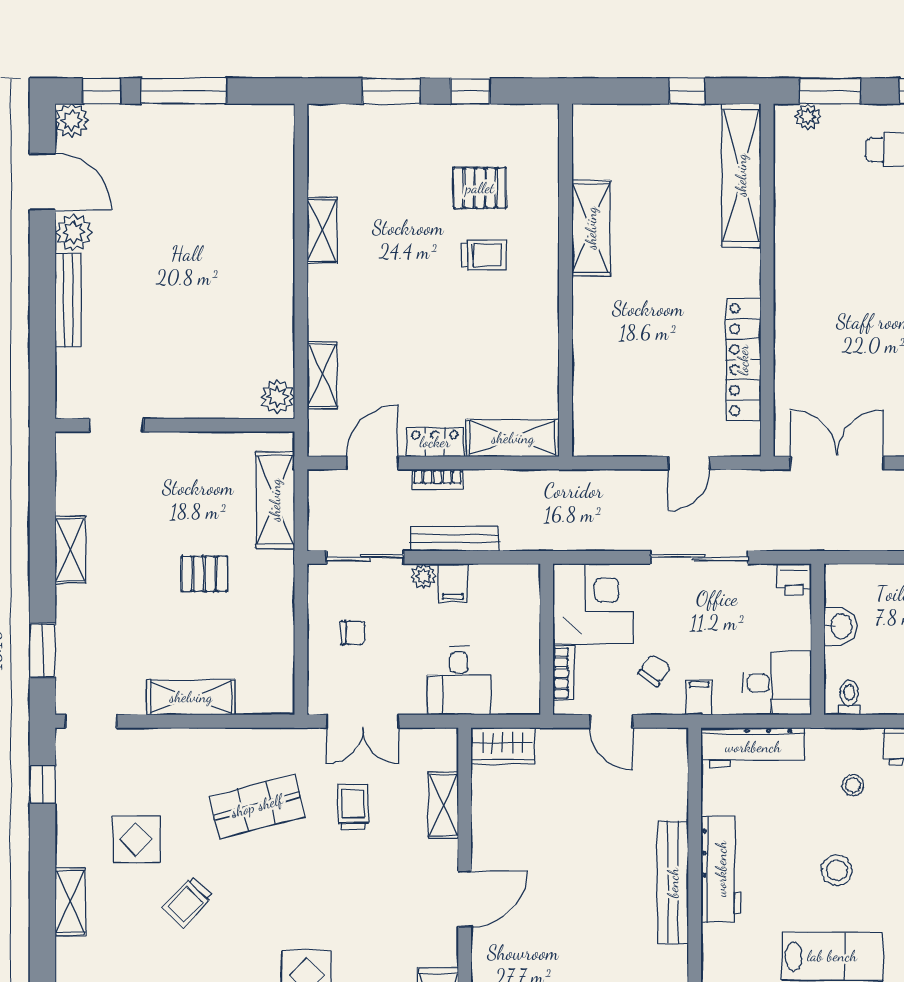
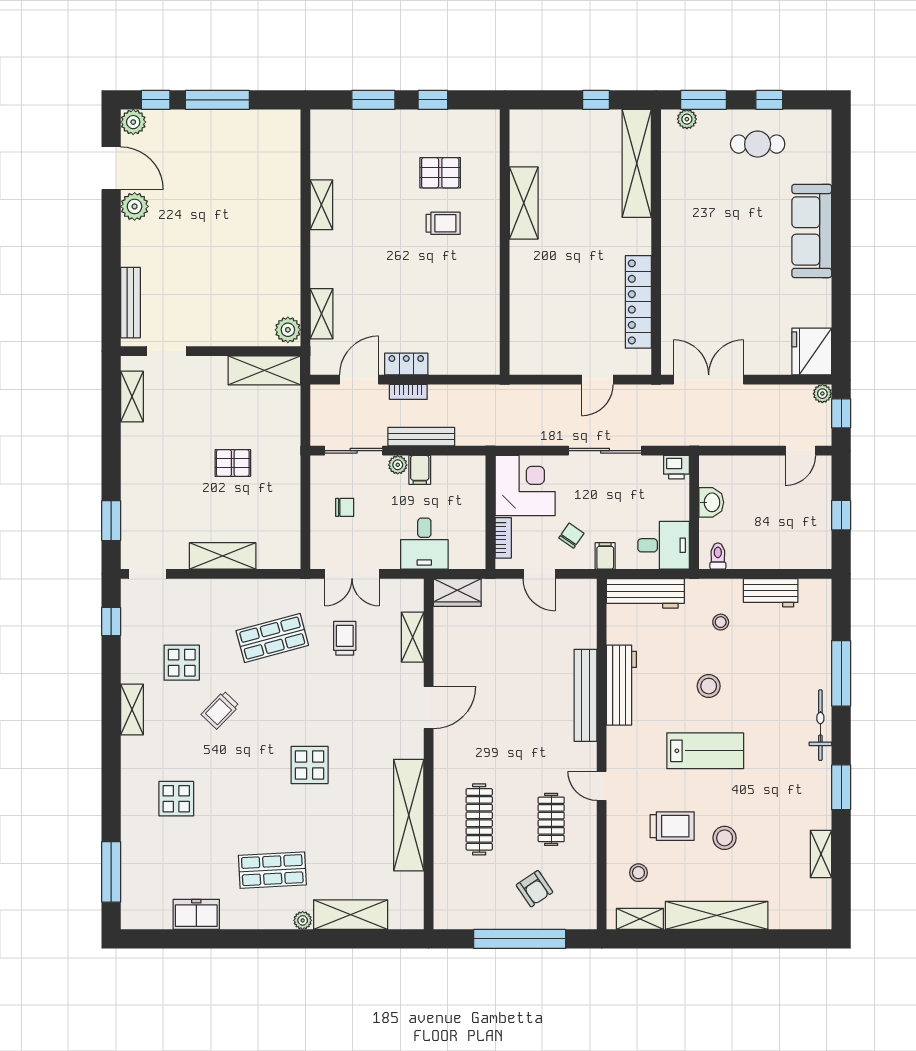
bench: (68, 300) -> (130, 303), moved
shelving: (513, 438) -> (465, 361), removed
shelving: (275, 500) -> (264, 370), moved, turned 90
shelving: (70, 550) -> (132, 396), moved

